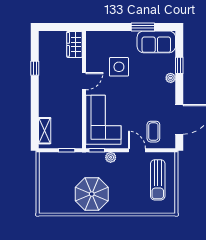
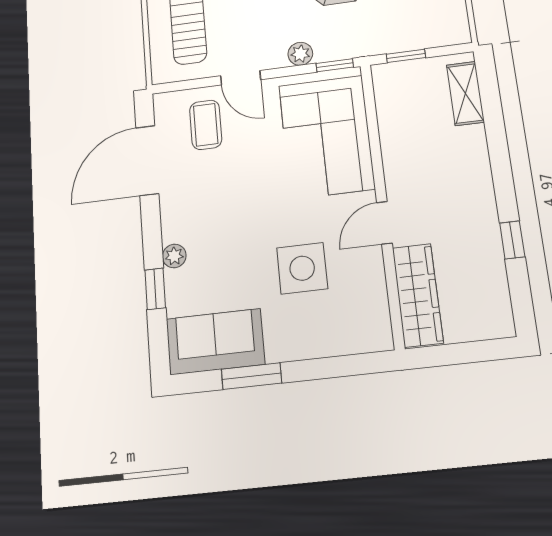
wardrobe: (75, 44) -> (418, 295), width x1.50

